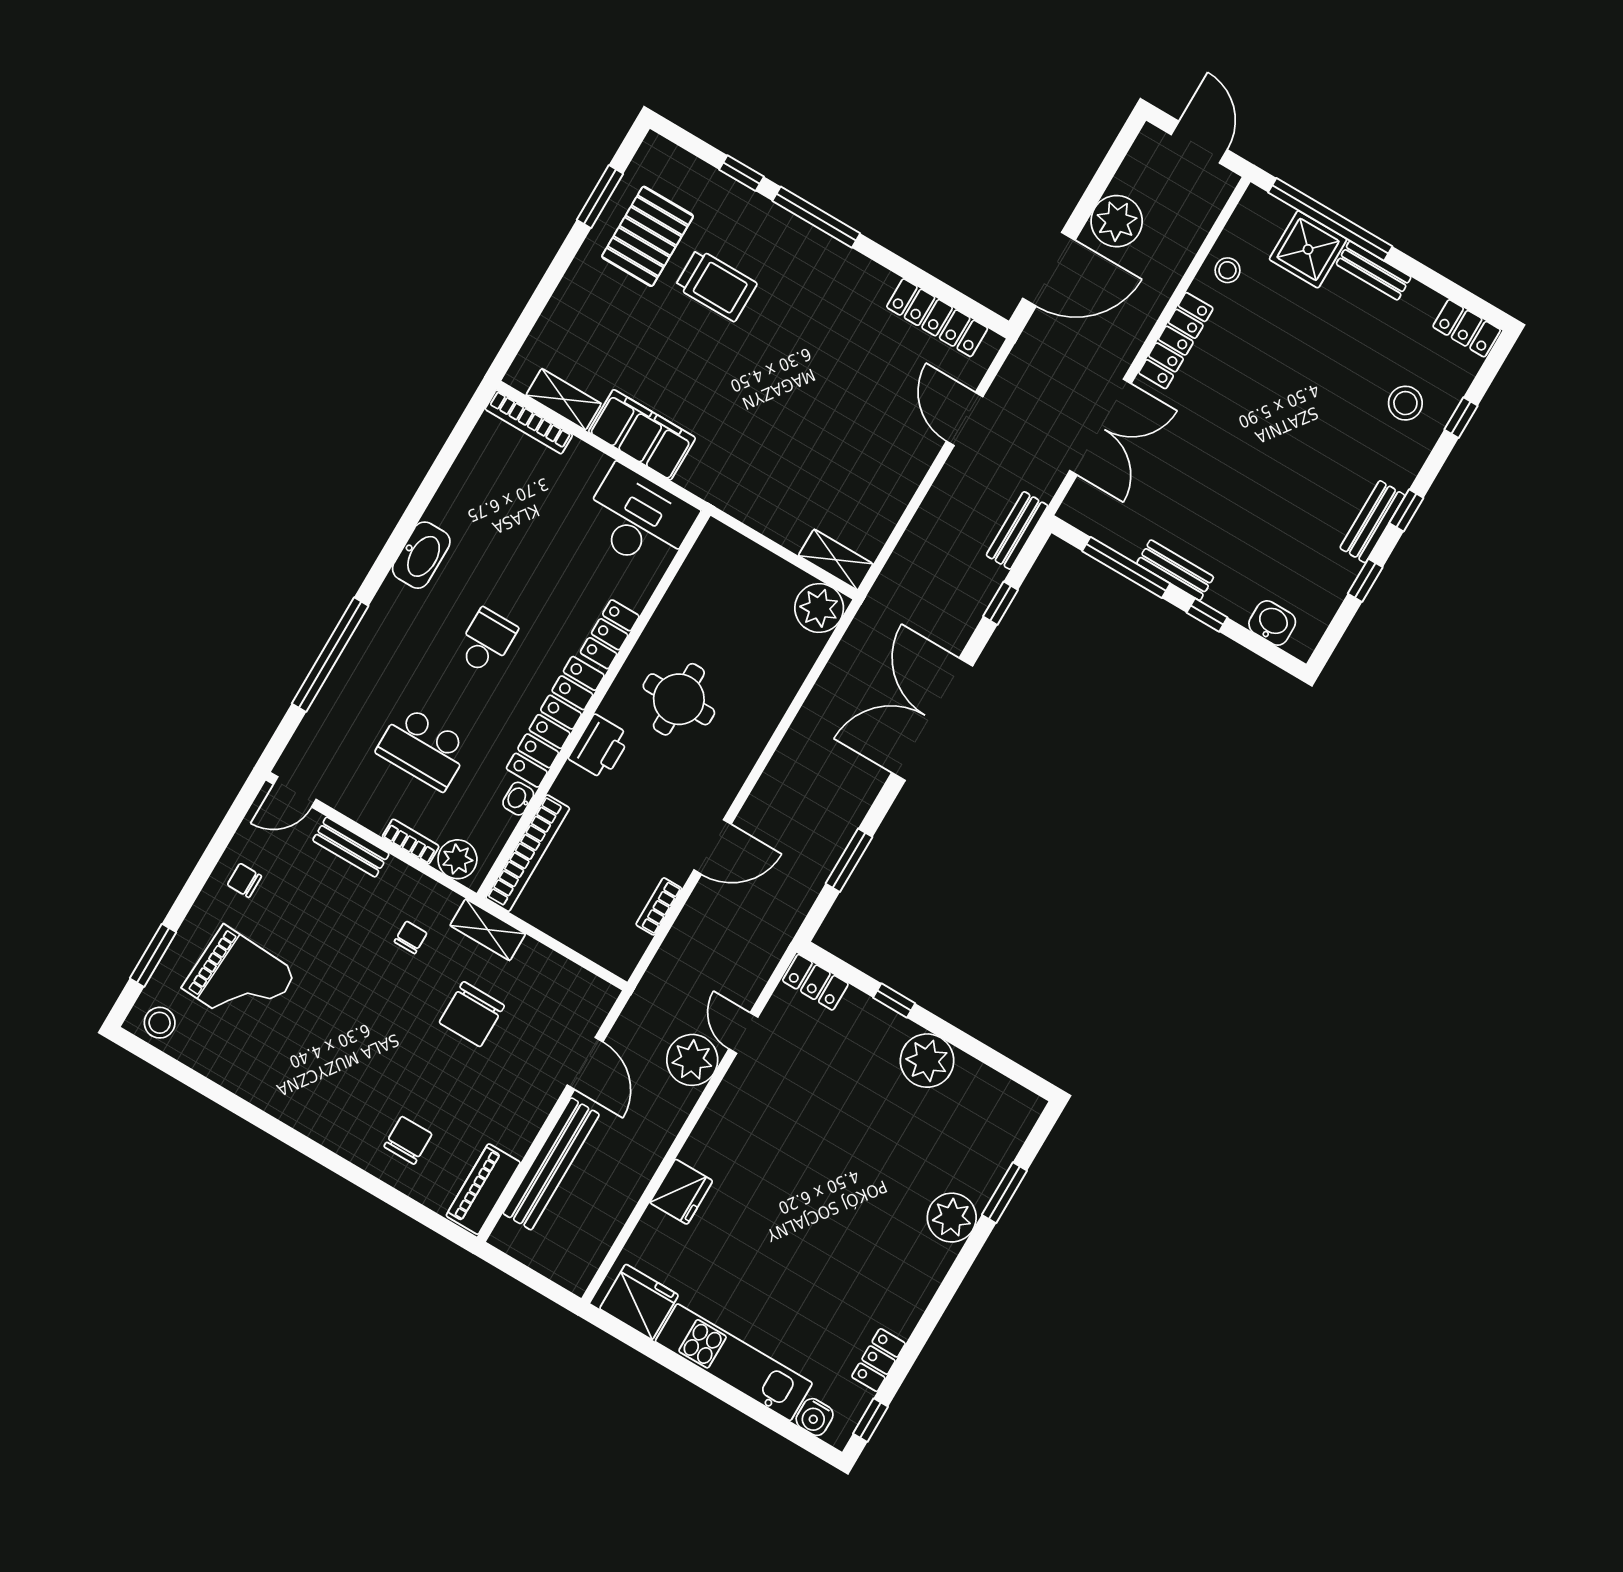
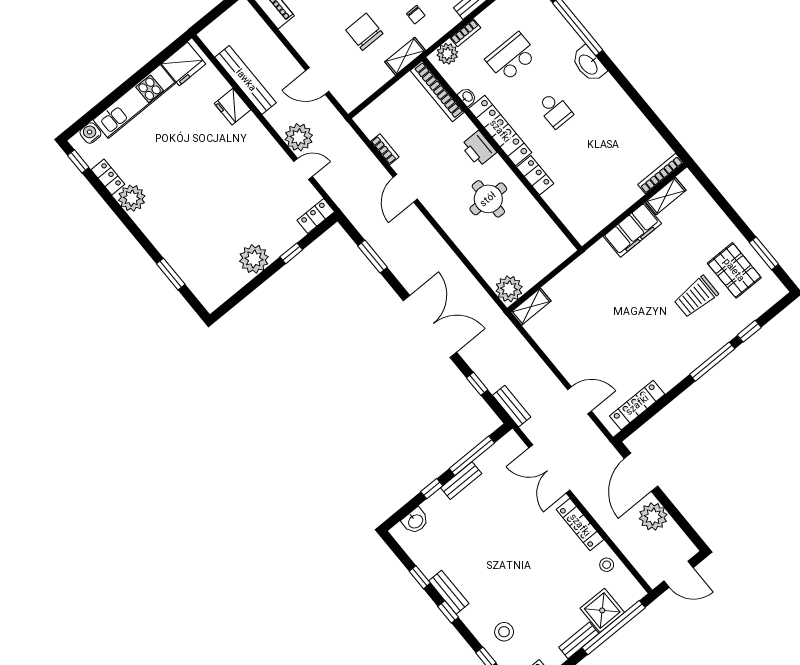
desk: (639, 519) -> (589, 212), removed
washbasin: (421, 555) -> (589, 64), moved
bench: (551, 1164) -> (246, 80), moved
plant: (952, 1218) -> (132, 198), moved

